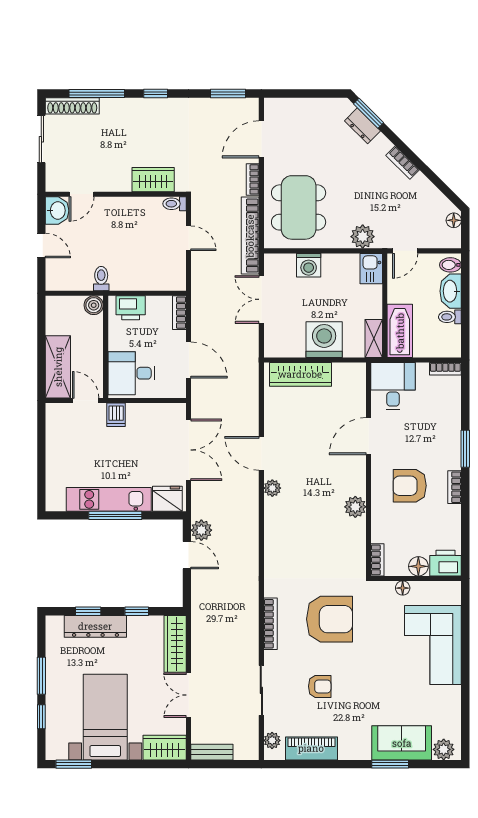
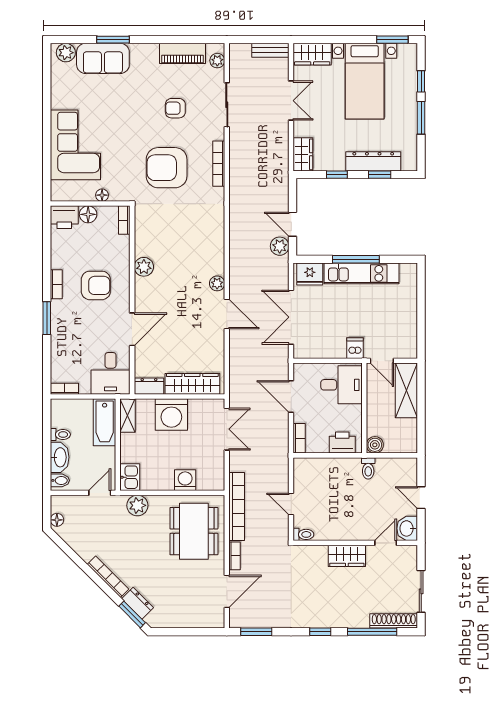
bookcase: (403, 163) -> (108, 577), width x1.56
wardrobe: (153, 180) -> (347, 556), moved
double door: (261, 299) -> (227, 429), moved
dresser: (349, 372) -> (149, 386), added
wardrobe: (175, 644) -> (303, 154), width x0.67

